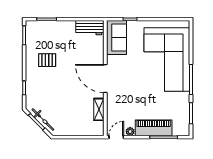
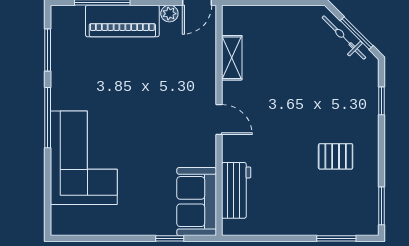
workbench: (90, 28) -> (236, 190), moved, turned 90
corner sofa: (167, 59) -> (84, 158), width x0.73, depth x0.74
door: (105, 79) -> (219, 120), width x0.53

